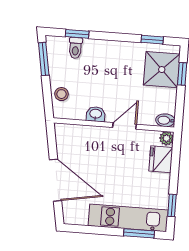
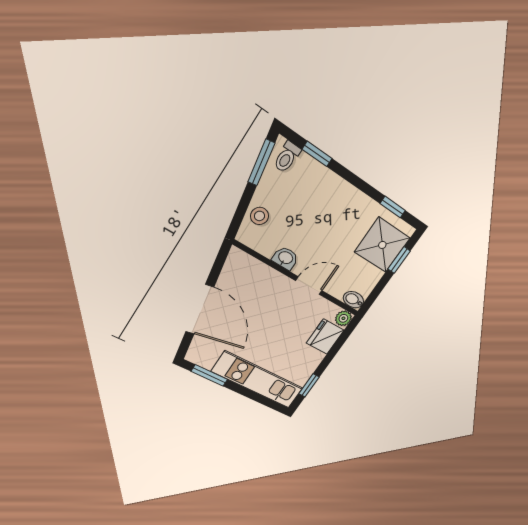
toilet: (75, 48) -> (287, 157), moved
window: (139, 233) -> (209, 375), moved

